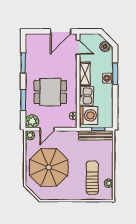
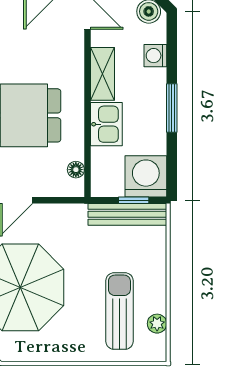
window: (115, 74) -> (172, 108), moved
washing machine: (108, 78) -> (155, 56), moved
washing machine: (89, 115) -> (146, 176), moved, turned -90

